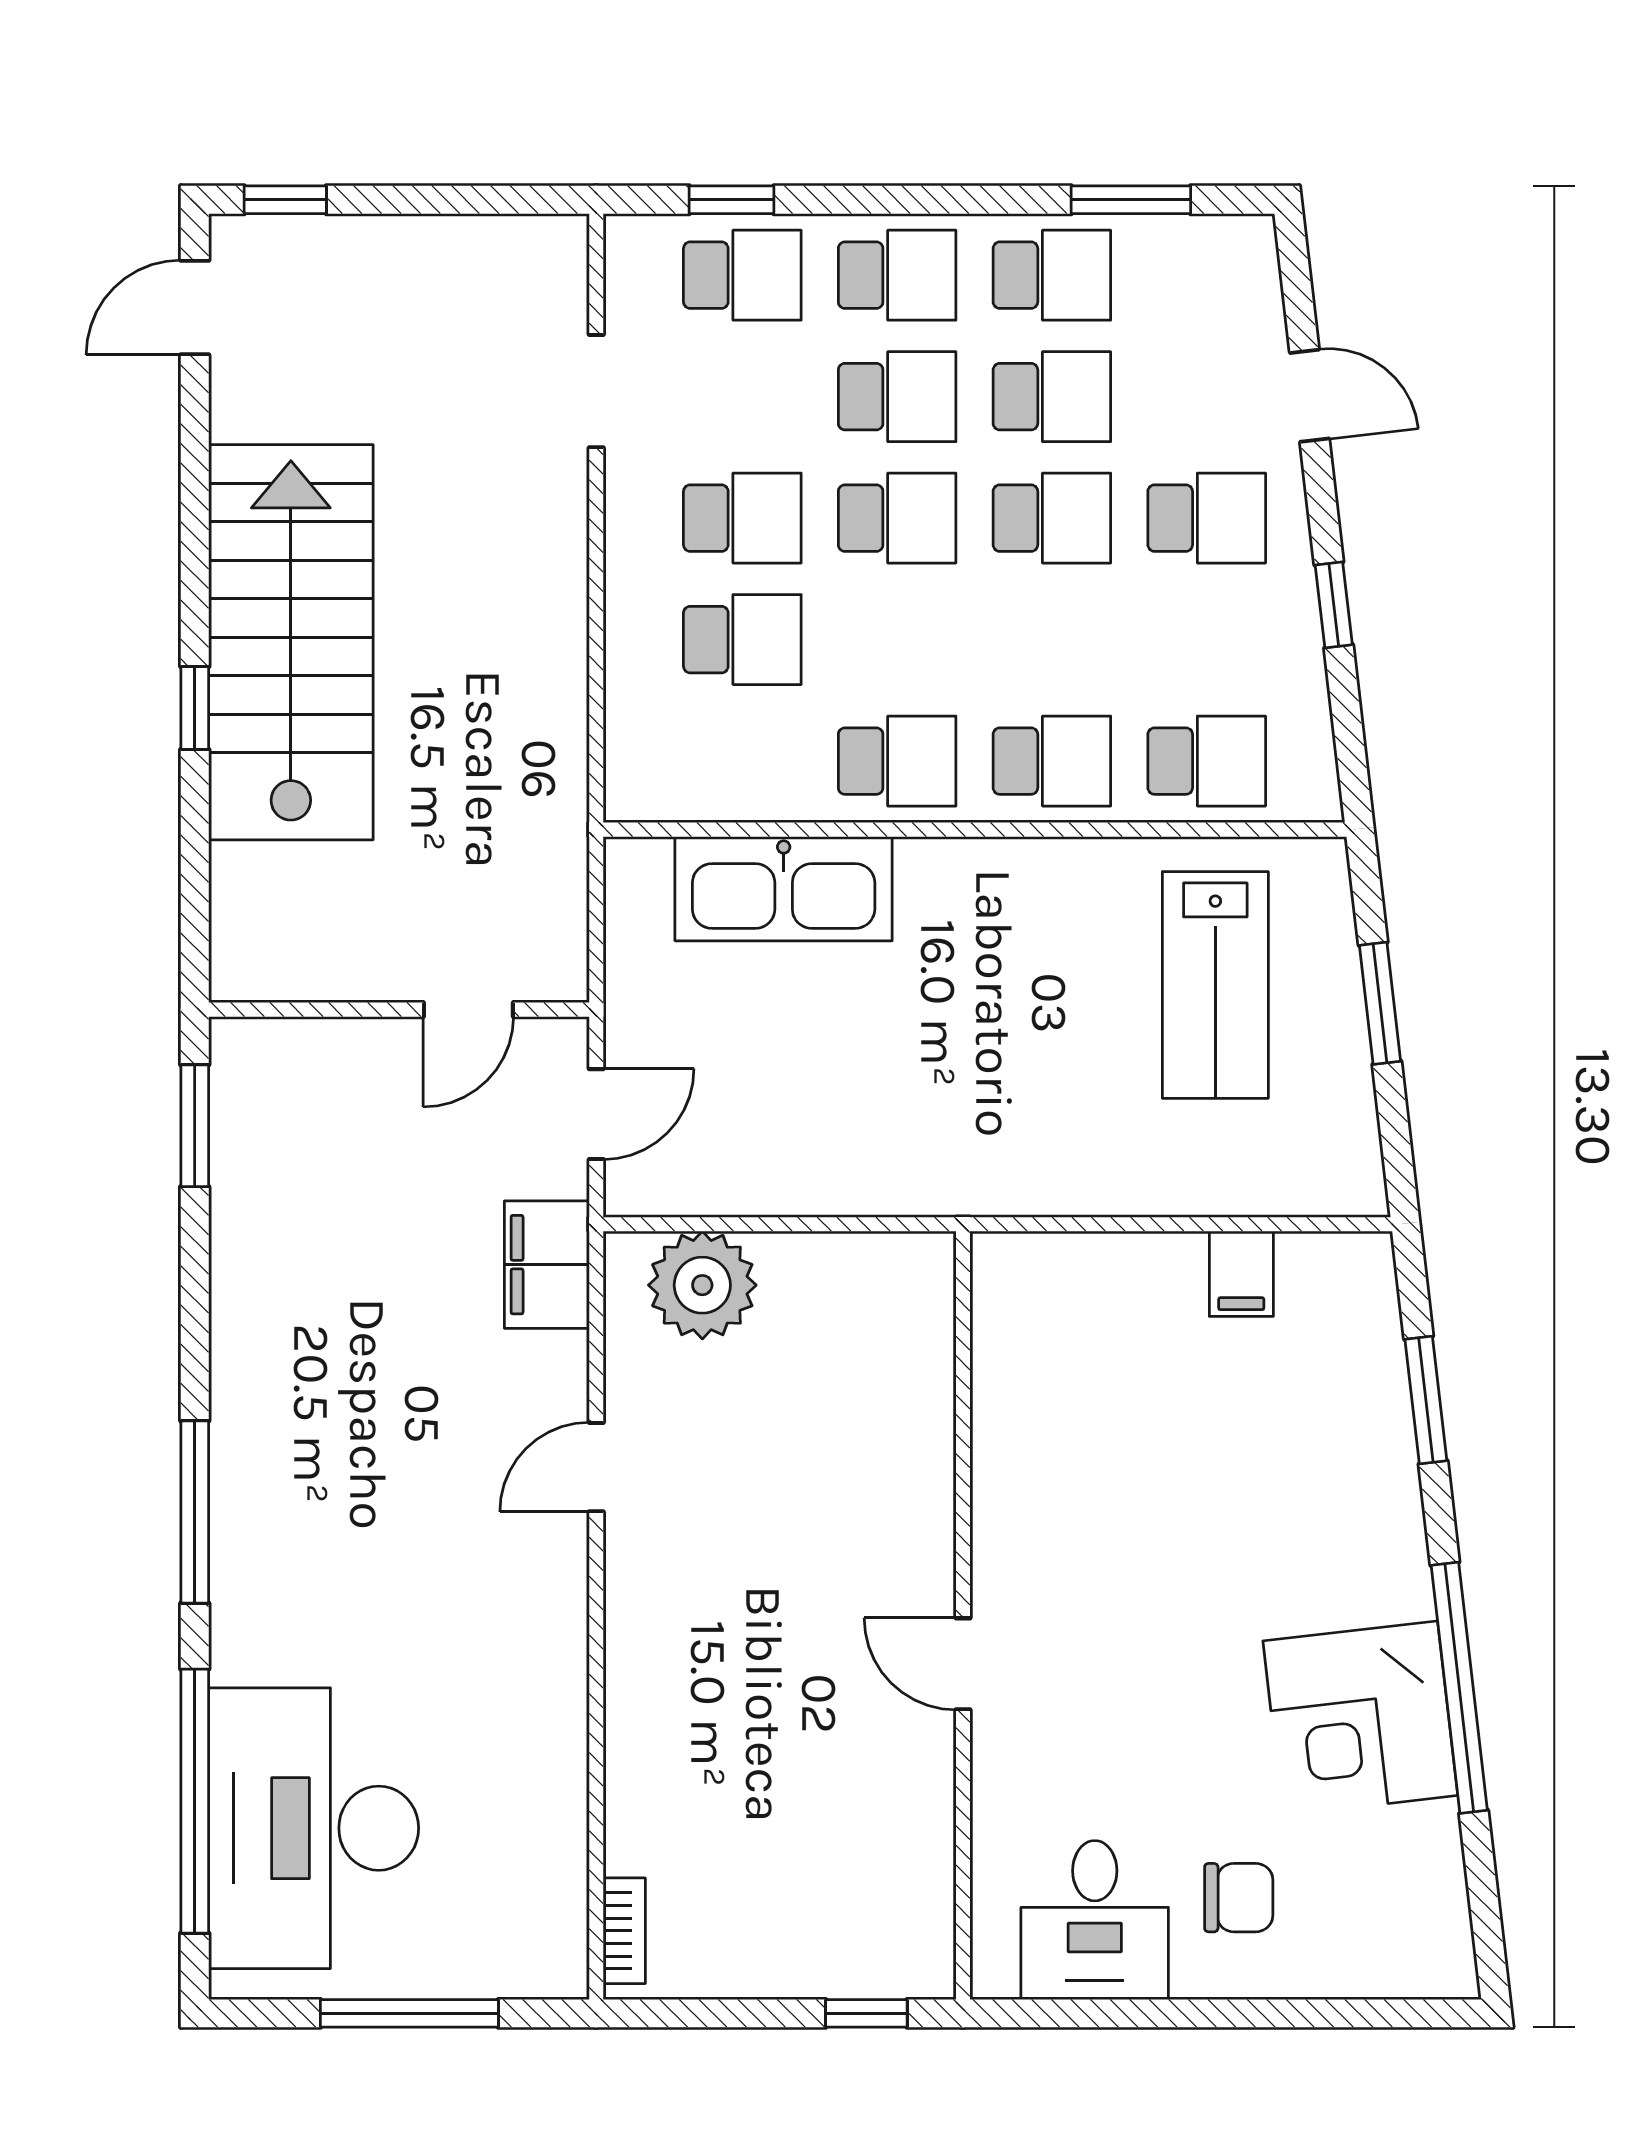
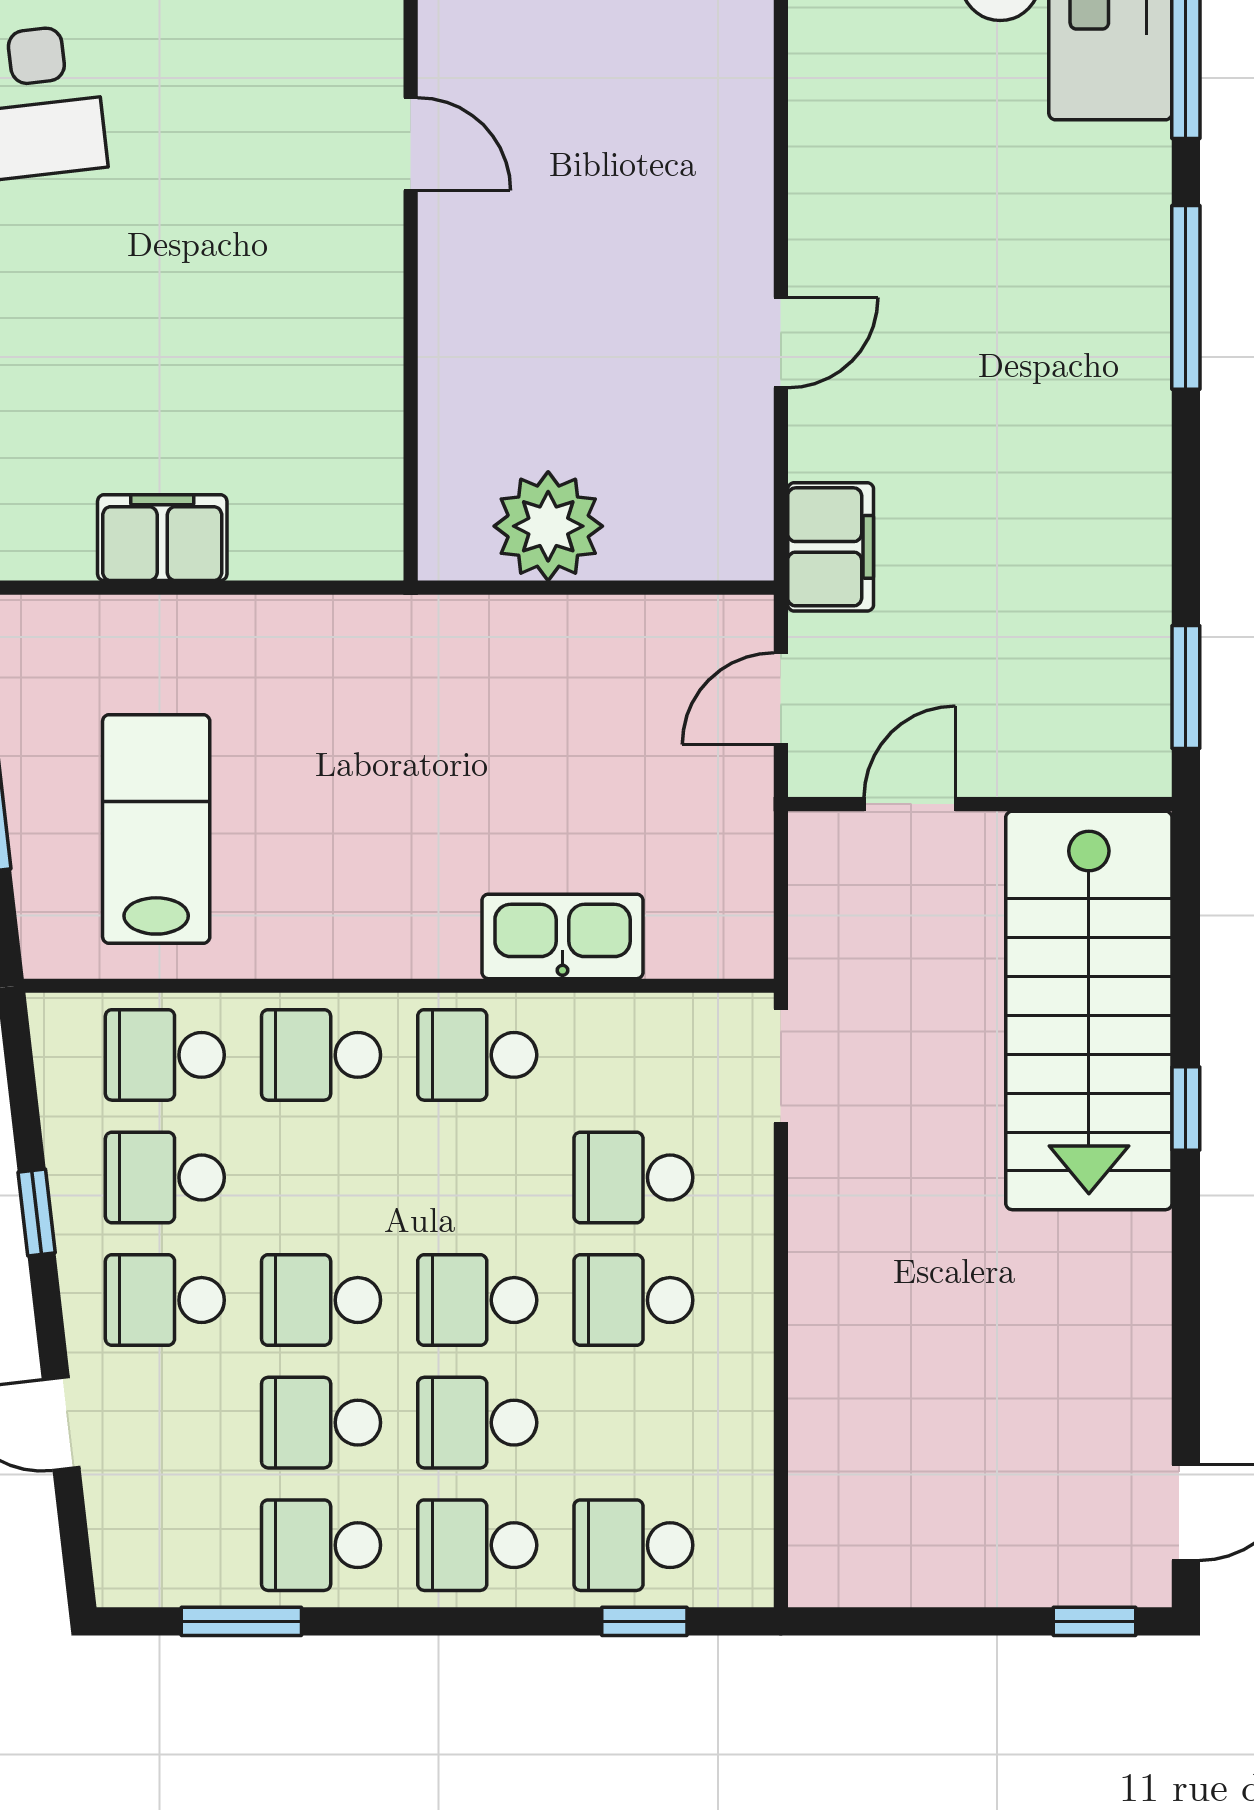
doorway: (596, 391) -> (781, 1066), moved
school desk: (1207, 640) -> (165, 1177), added
stairs: (291, 642) -> (1089, 1010), moved
kitchen sink: (784, 889) -> (563, 936), width x0.73, depth x0.81
filing cabinet: (1241, 1274) -> (162, 538), width x2.00
plant: (702, 1285) -> (548, 526), moved

